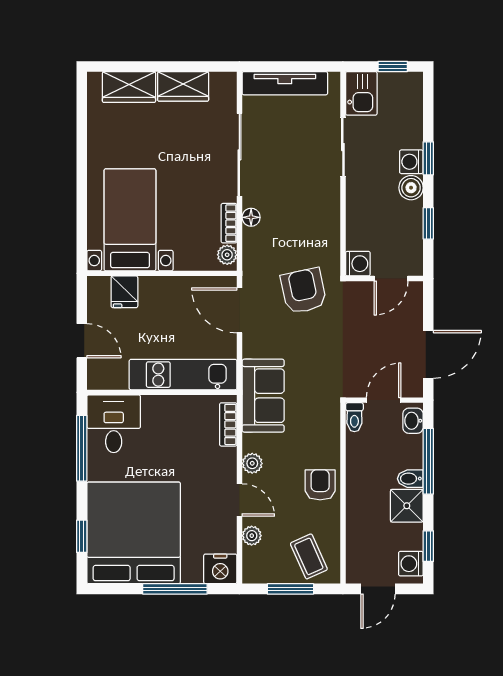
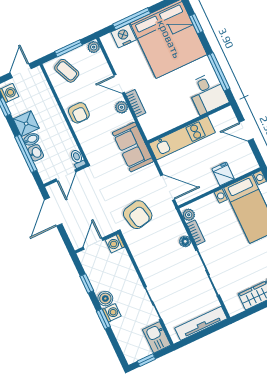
fridge: (124, 292) -> (223, 174), moved
washbasin: (413, 421) -> (36, 153), moved
bookcase: (228, 424) -> (136, 103), moved
plant: (252, 536) -> (94, 47), moved
nightstand: (220, 569) -> (124, 36), moved

